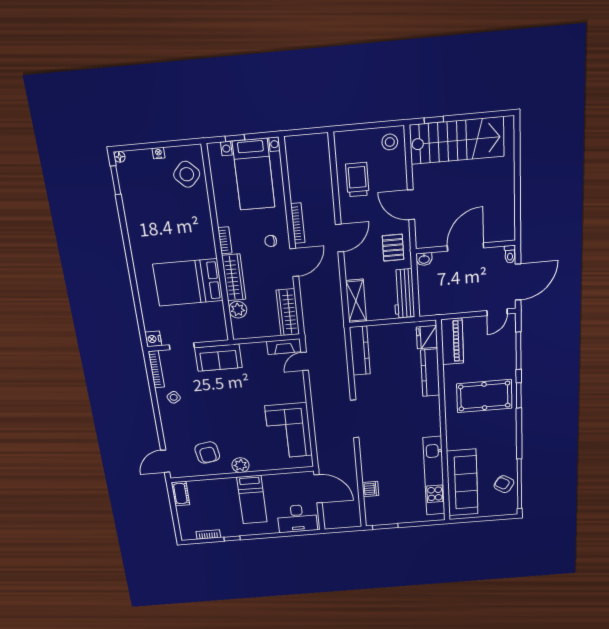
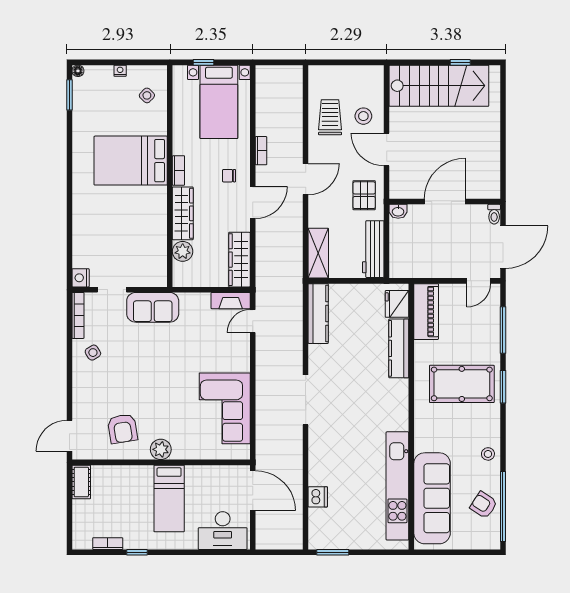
window: (434, 120) -> (460, 62), moved
stool: (390, 142) -> (363, 116), moved
side table: (187, 174) -> (147, 95), width x0.54, depth x0.54
bookcase: (298, 223) -> (261, 151), width x0.64
bed: (188, 283) -> (131, 161), moved
stool: (507, 447) -> (488, 454), added

